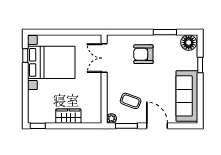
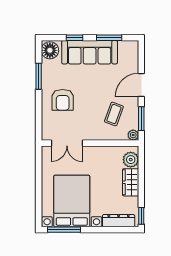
window: (25, 55) -> (64, 230), width x2.17
sofa: (187, 96) -> (90, 52), moved
window: (200, 96) -> (109, 38), added
dresser: (33, 105) -> (119, 221), added
plant: (89, 116) -> (131, 160), added

